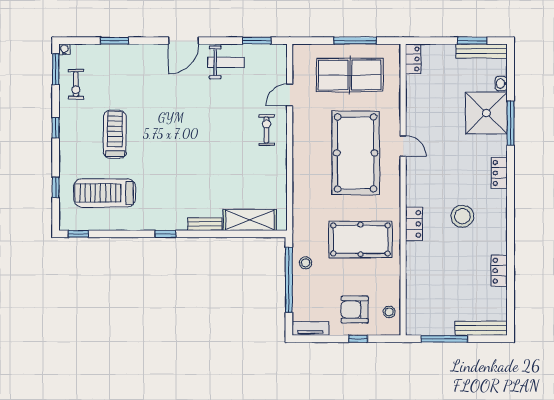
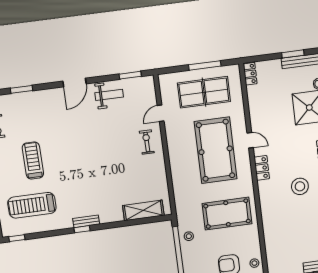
bench: (205, 224) -> (86, 221), moved
locker: (414, 224) -> (262, 168), moved

